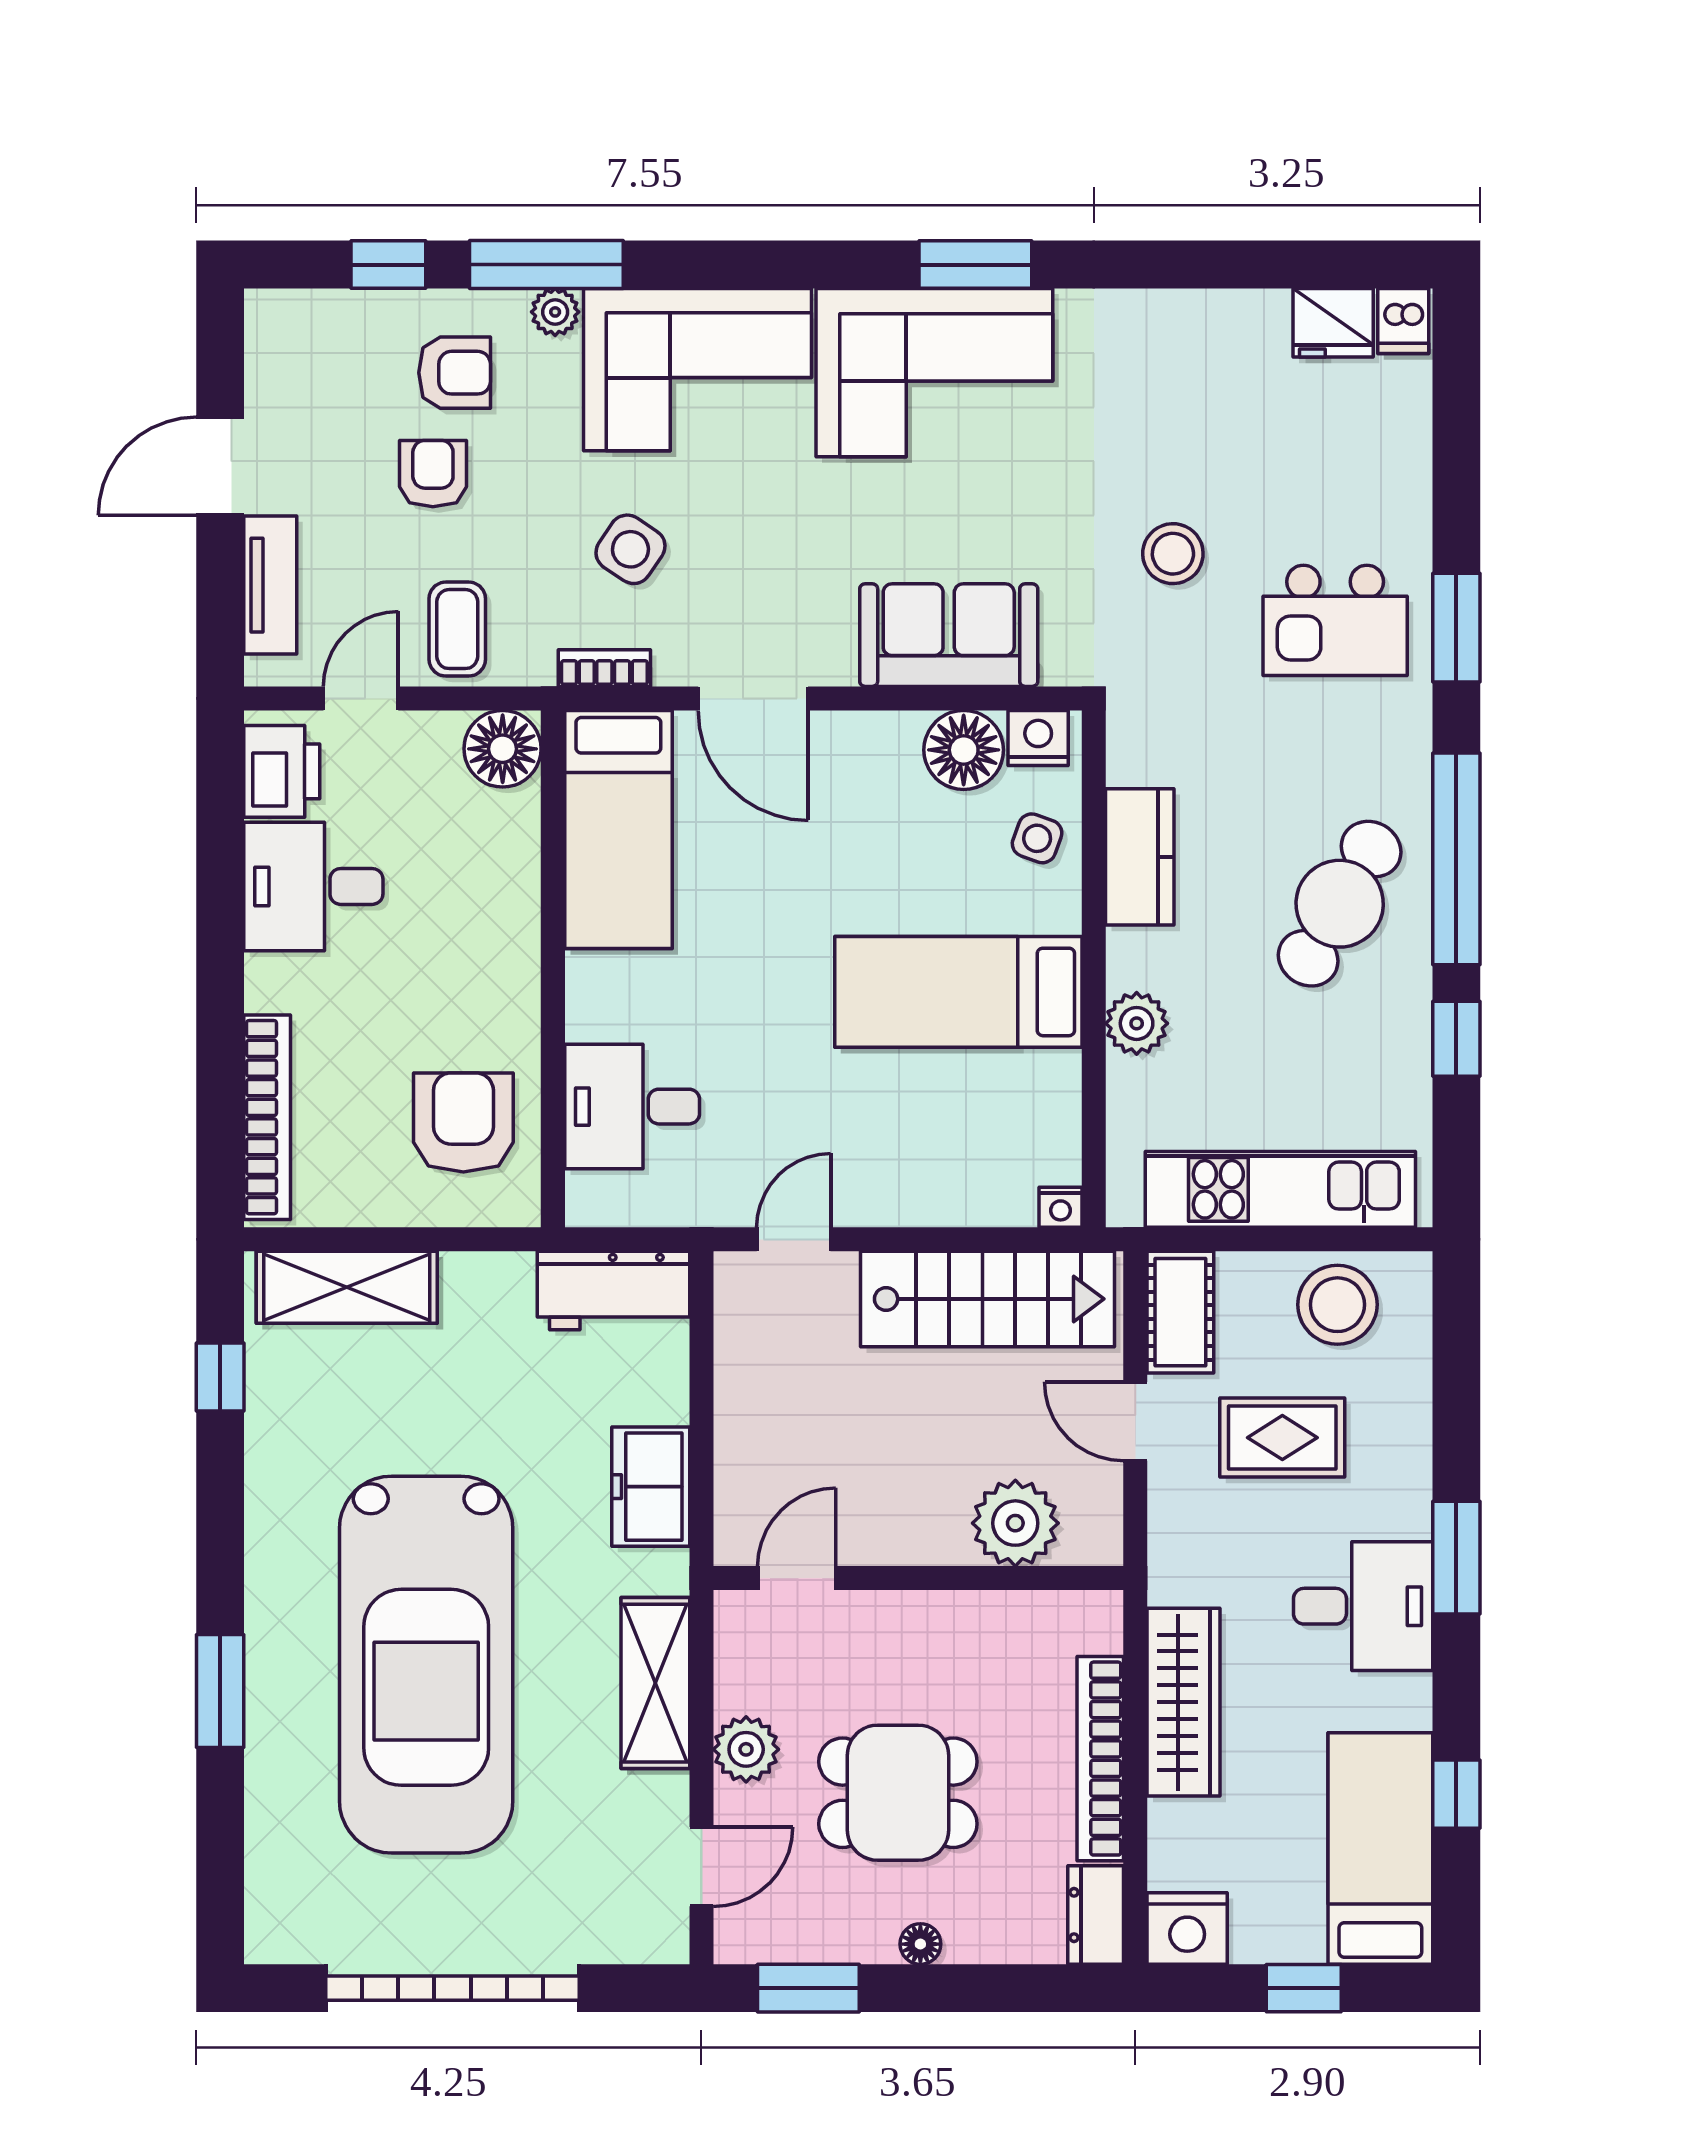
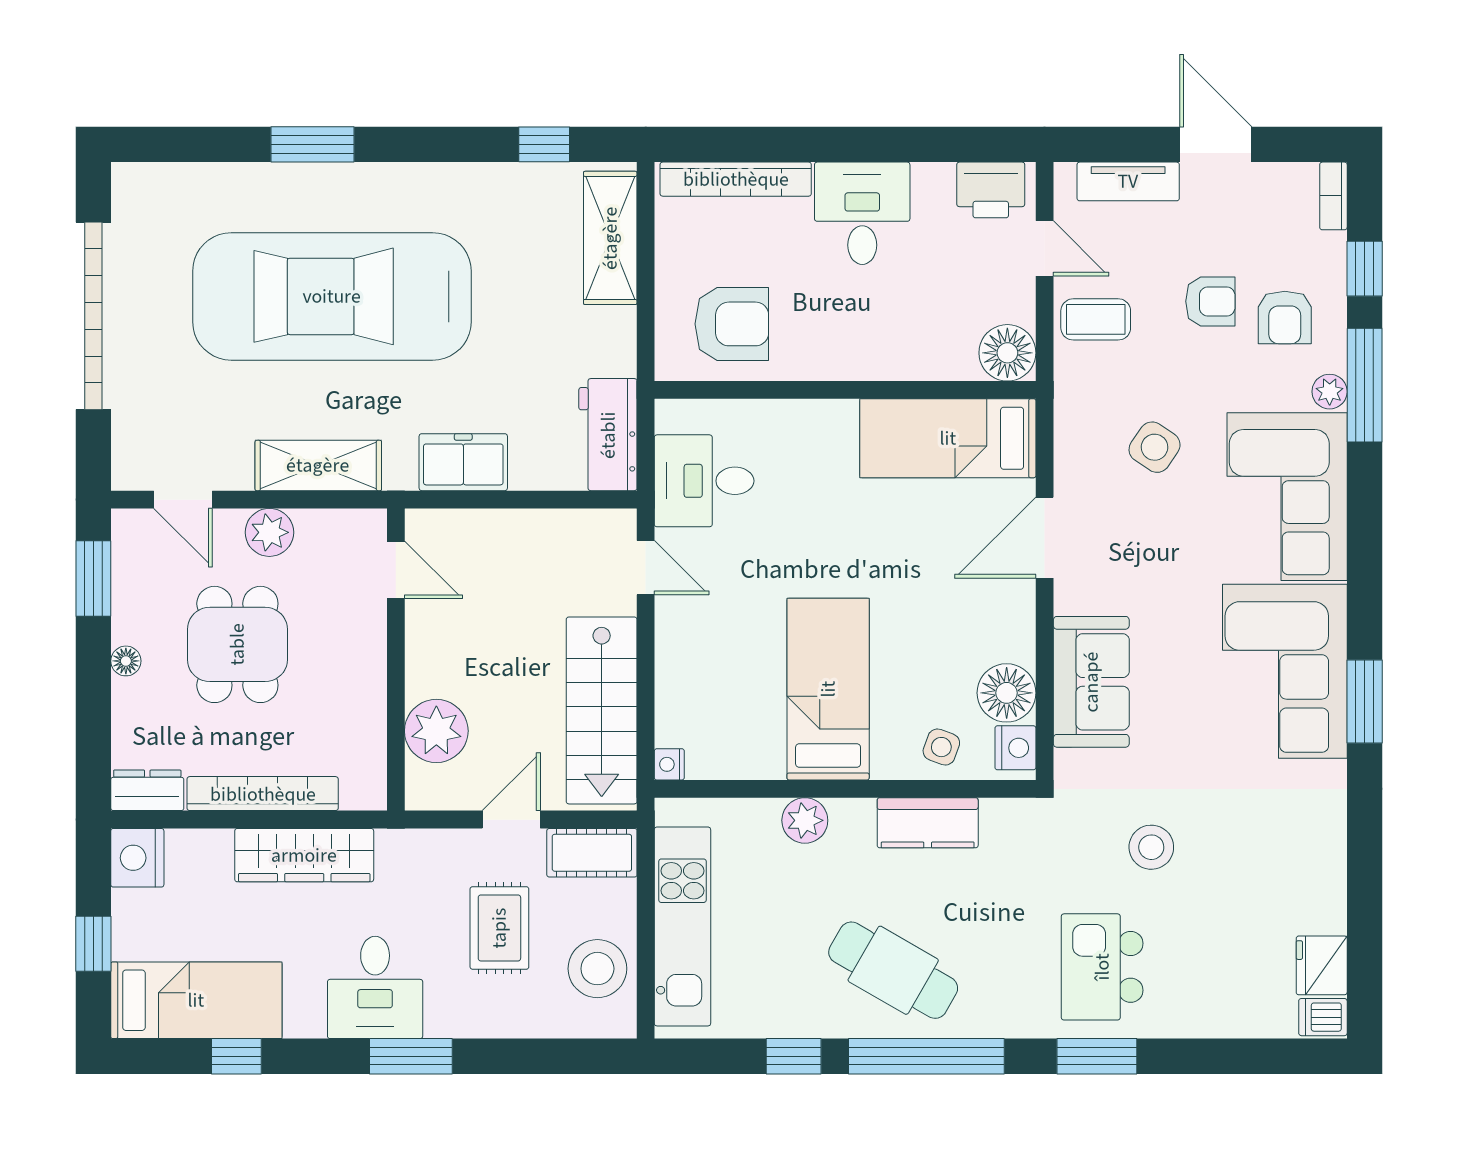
bookcase: (604, 668) -> (1333, 196), moved, turned 180
desk: (313, 886) -> (862, 213), moved
desk: (632, 1107) -> (704, 481), moved, turned -90

